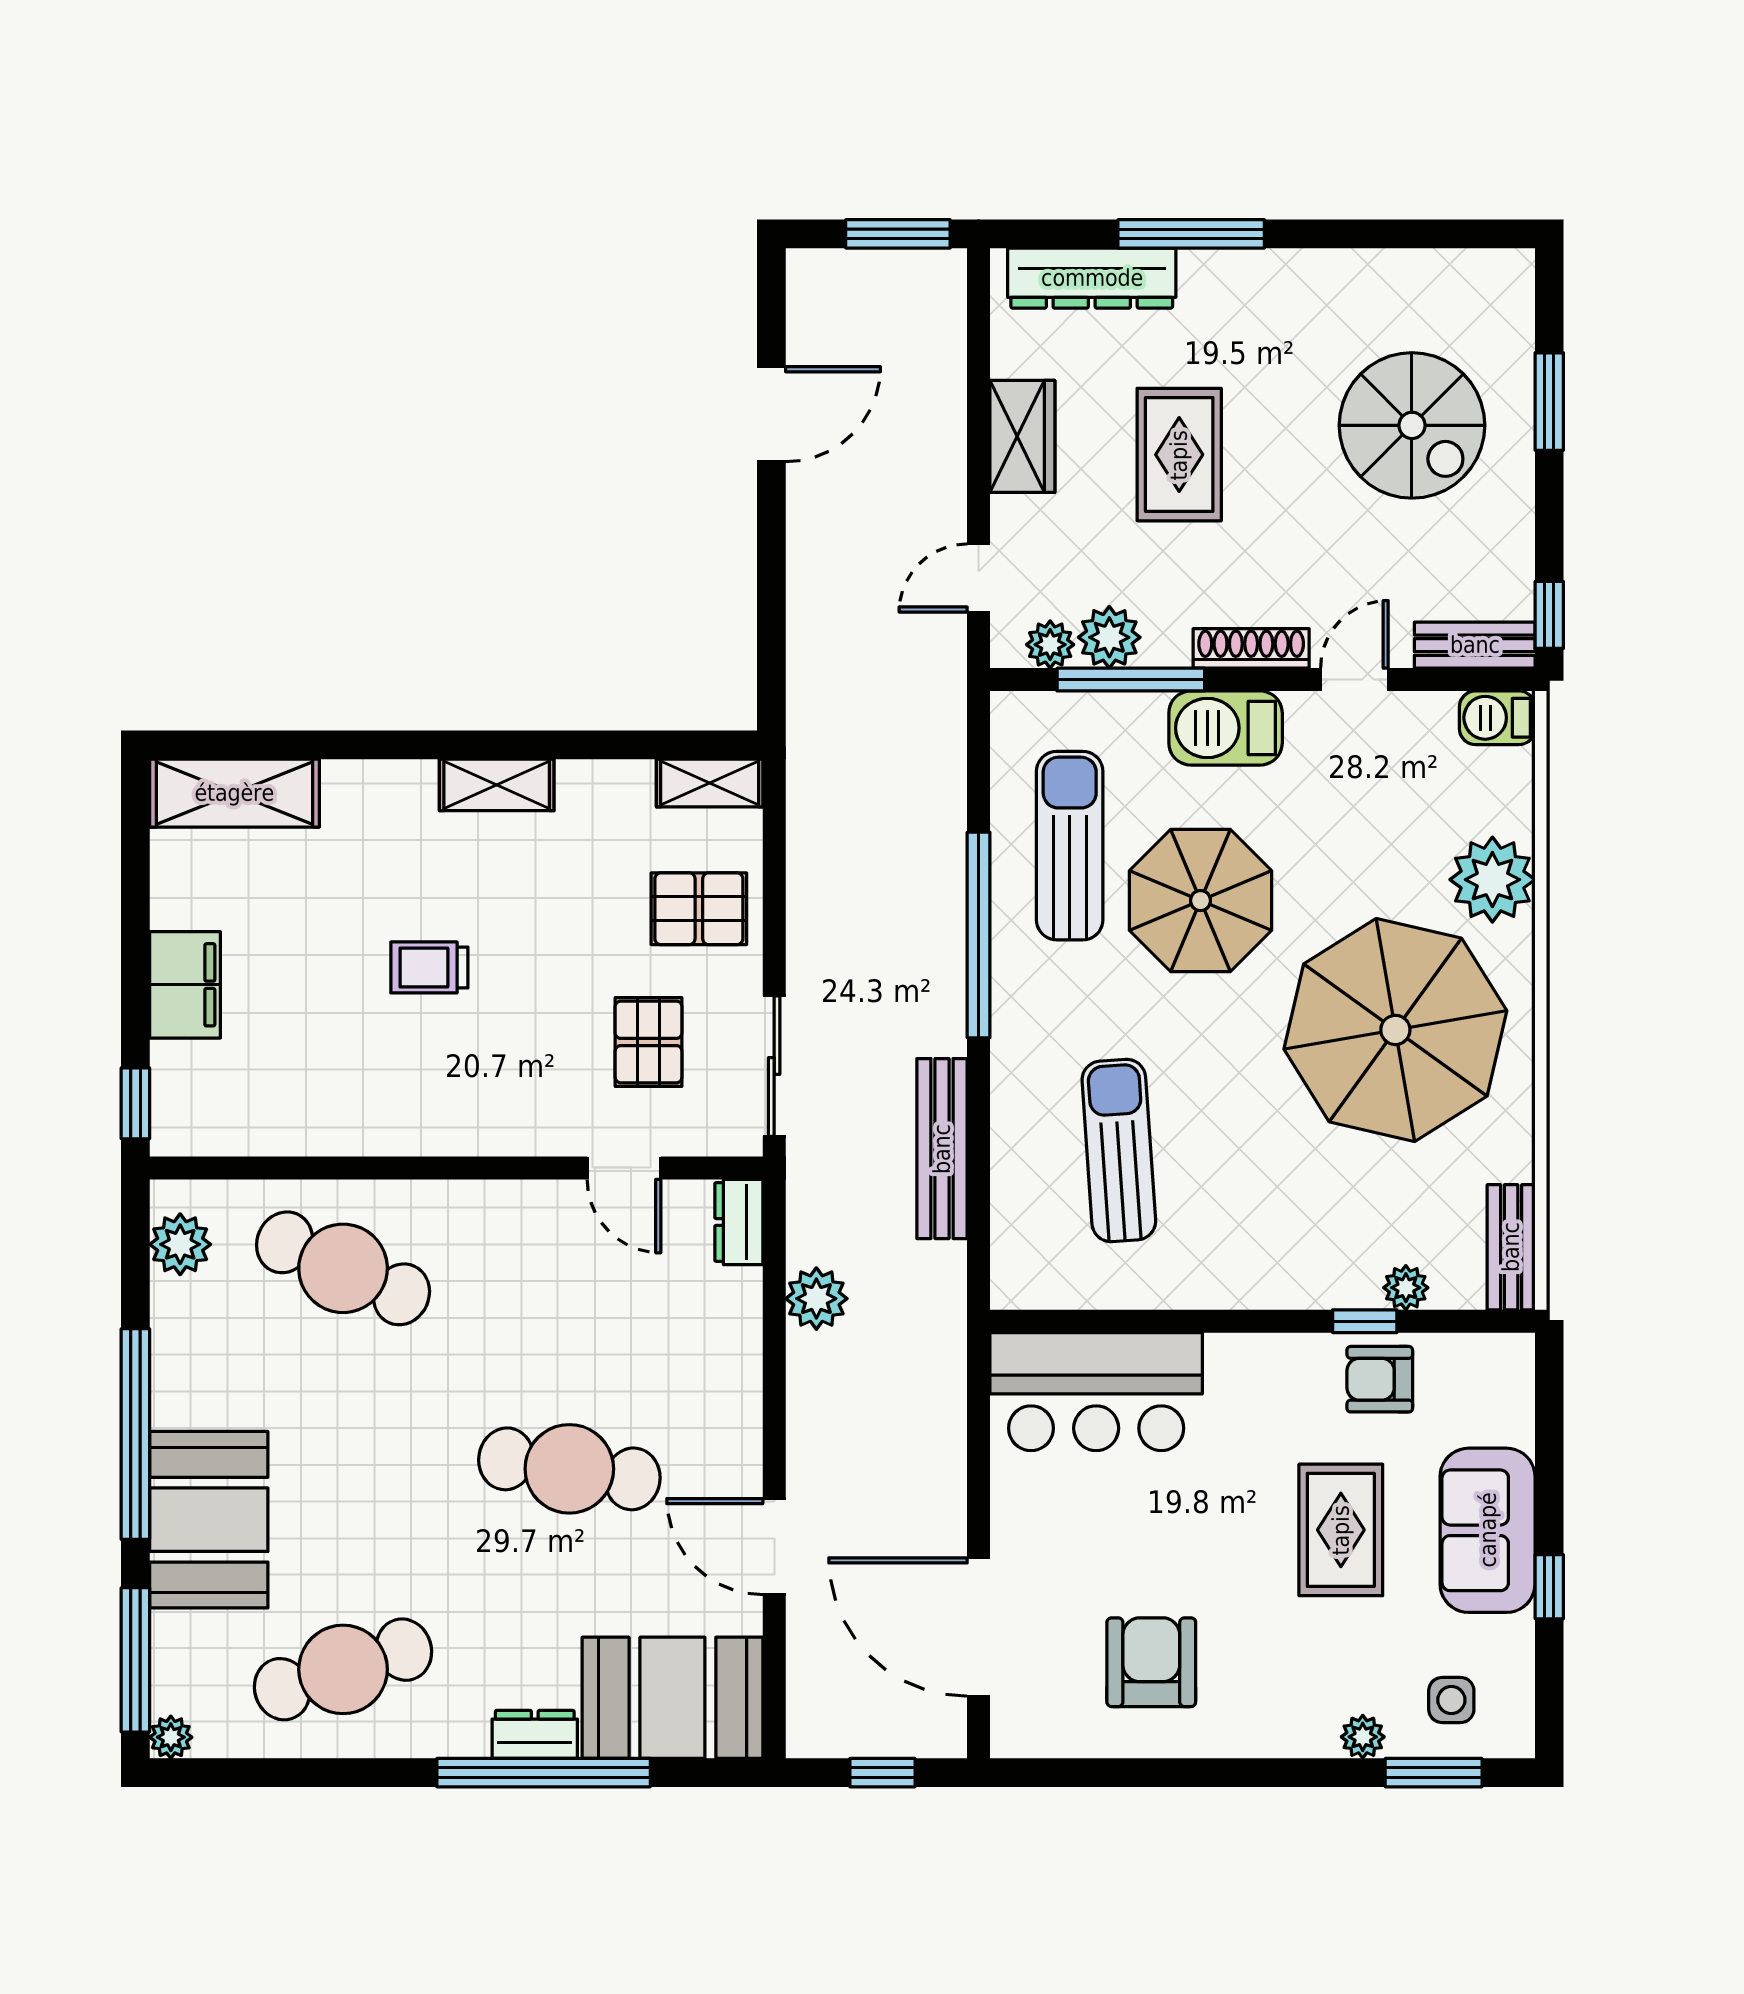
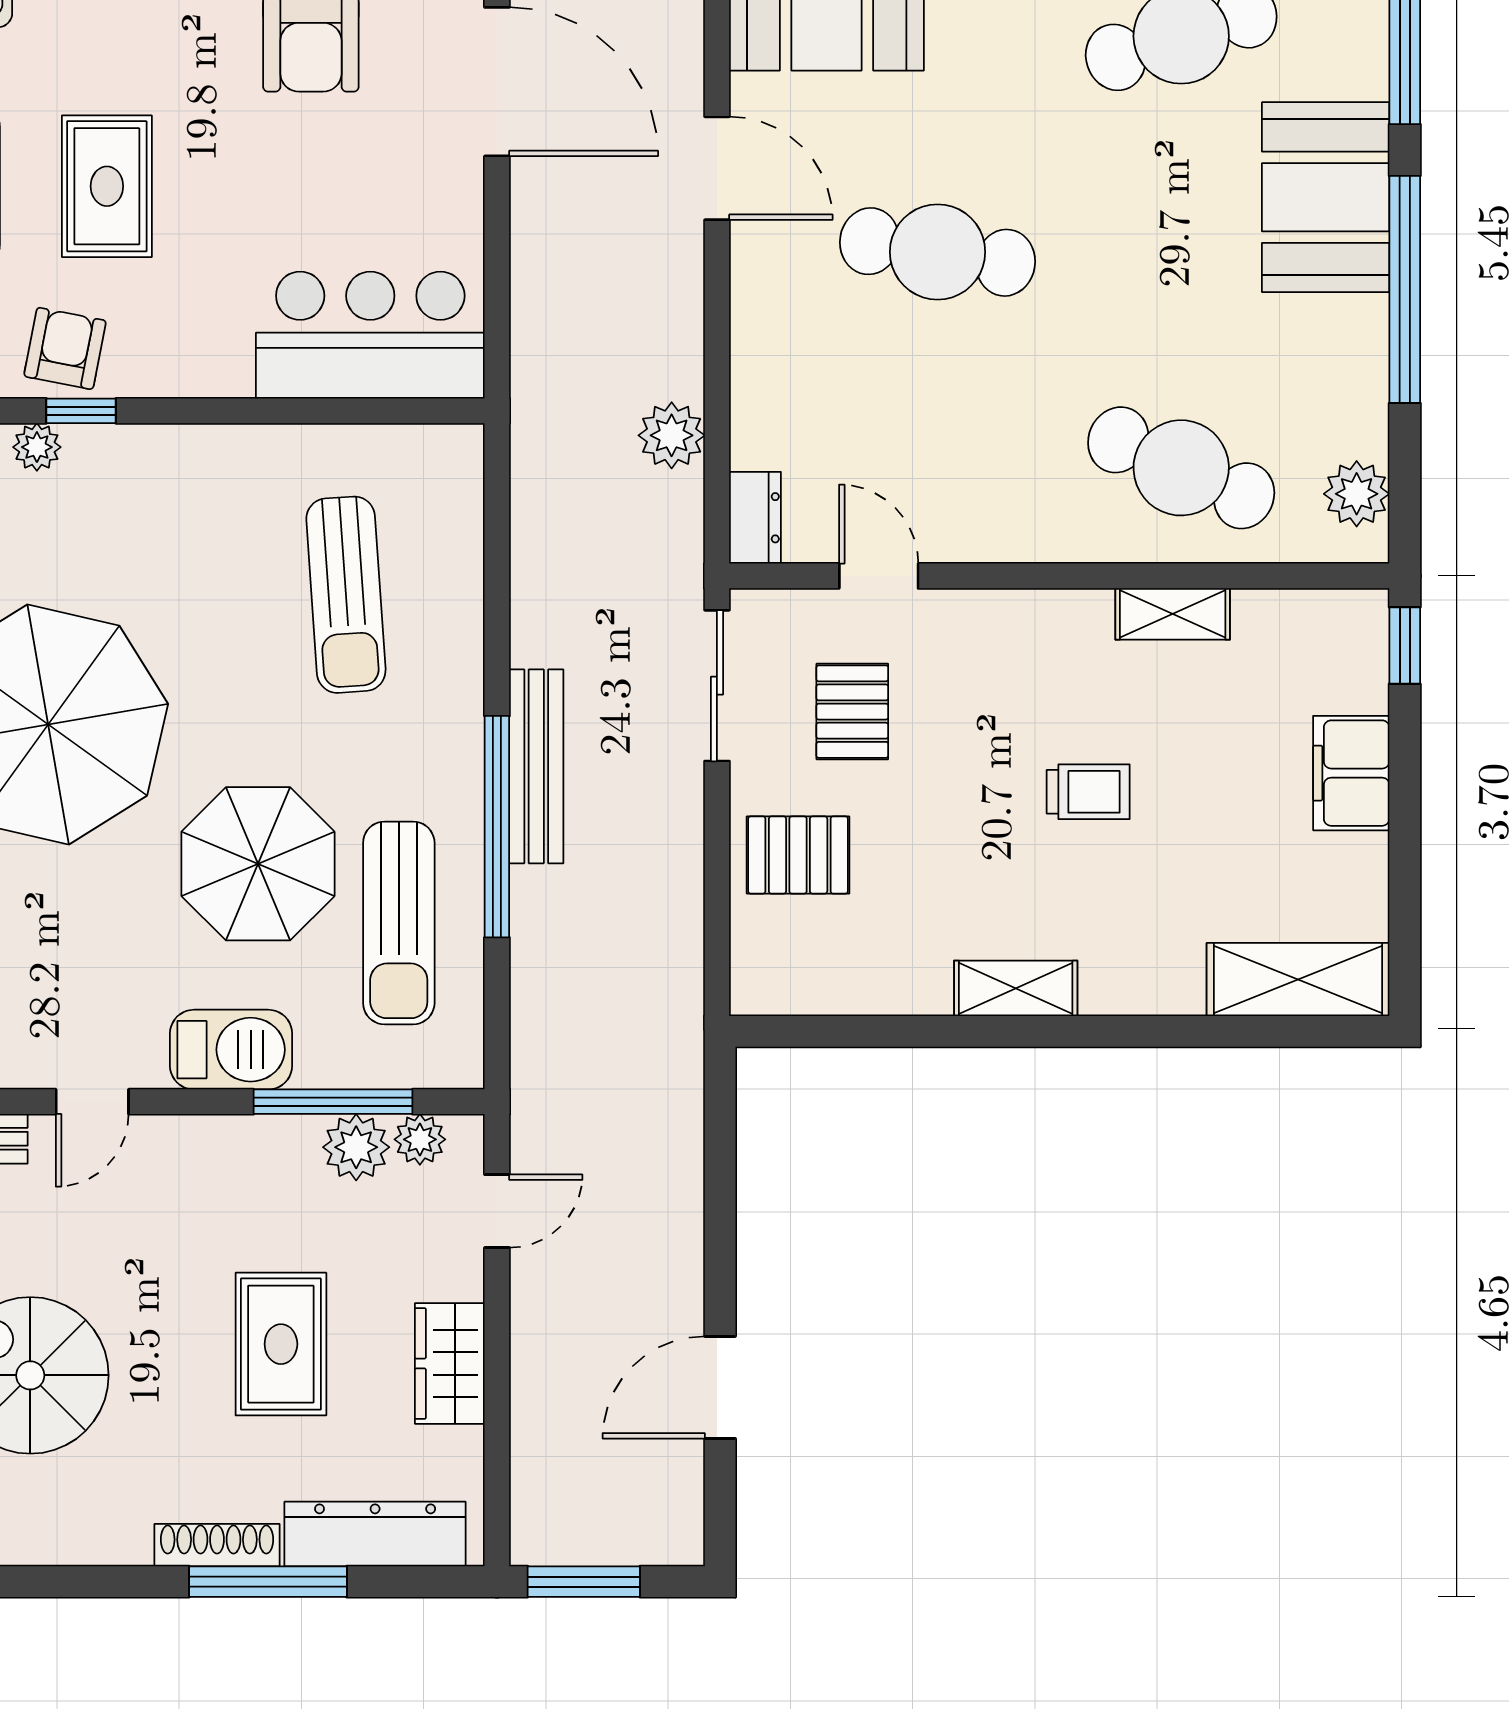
shoe rack: (1251, 648) -> (217, 1545), moved, turned 180
shelving: (710, 783) -> (1173, 614), moved
bench: (942, 1149) -> (536, 766), moved
armchair: (1380, 1379) -> (65, 348), turned -79

